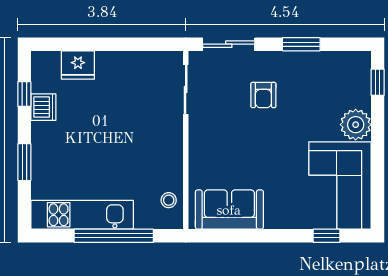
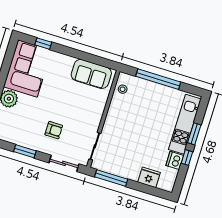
window: (142, 44) -> (111, 178), added
window: (24, 94) -> (187, 158), moved
armchair: (263, 95) -> (54, 130), turned 90
kitchen unit: (82, 215) -> (185, 124), moved, turned 90

